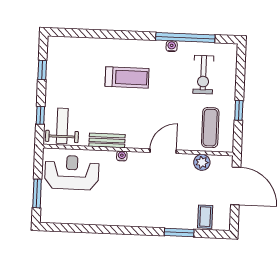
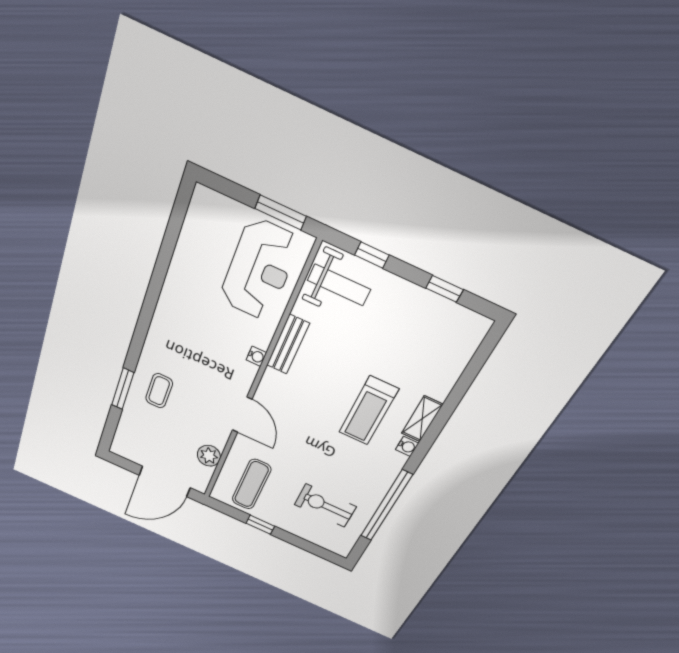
shelving: (118, 45) -> (422, 419), added
water cooler: (172, 46) -> (407, 446), moved
exercise mat: (210, 128) -> (251, 484), turned 90
window: (37, 193) -> (281, 212), moved
coffee table: (205, 217) -> (159, 391), moved, turned 90

